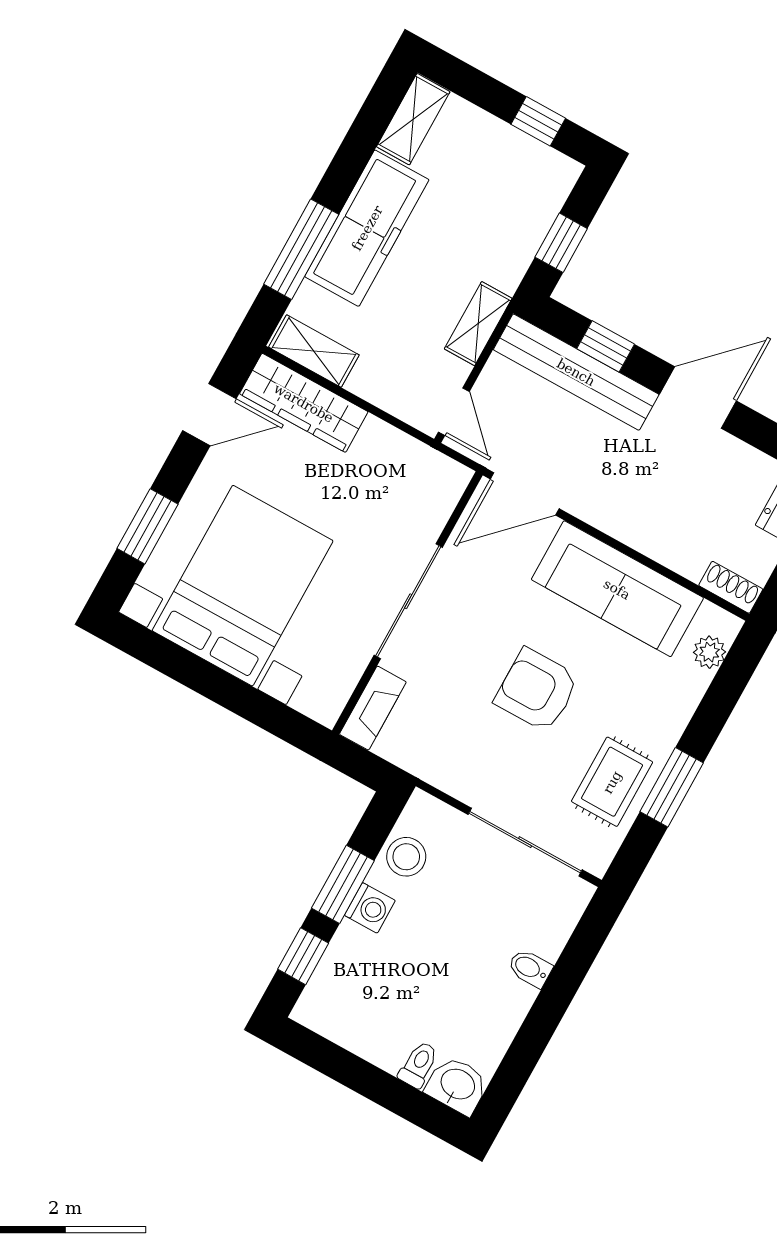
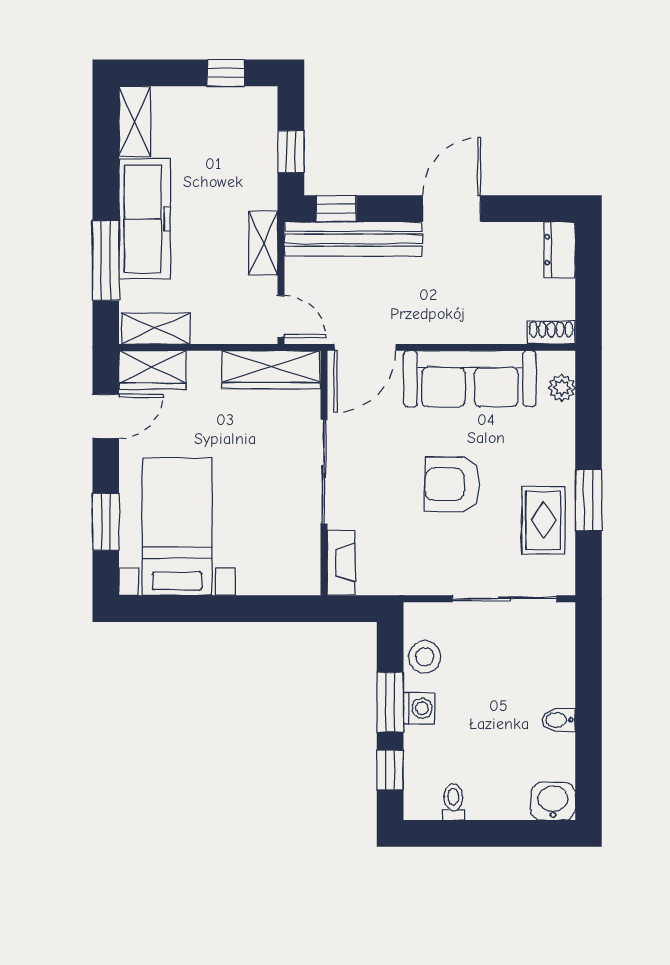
window: (606, 346) -> (336, 209), moved
wardrobe: (304, 403) -> (152, 370), width x0.67
wardrobe: (412, 462) -> (271, 370), added
bed with nightstands: (243, 586) -> (177, 527), width x0.73
bidet: (530, 968) -> (559, 720), moved
toilet: (418, 1065) -> (453, 802), moved

